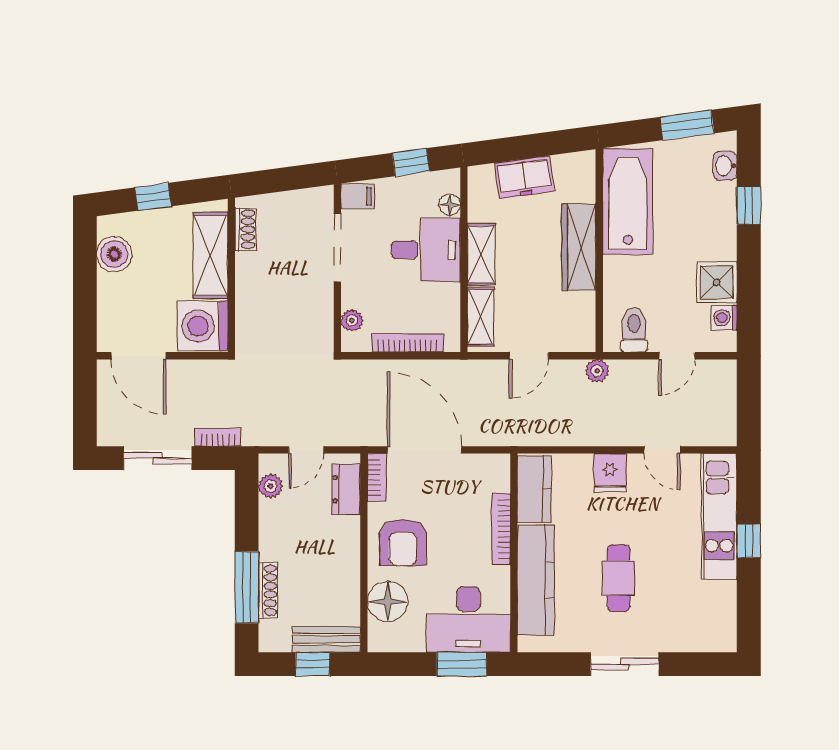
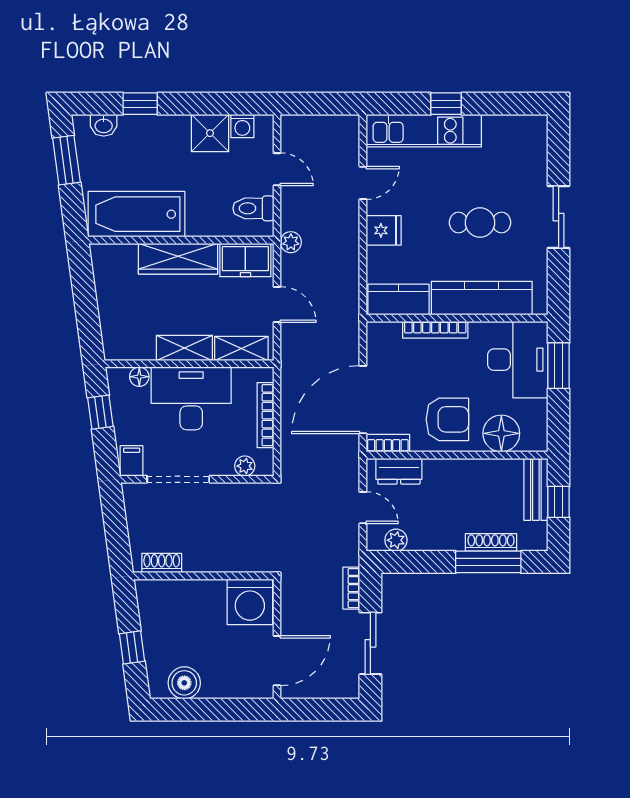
freezer: (524, 177) -> (245, 260), moved, turned 98
desk: (426, 250) -> (191, 398), width x1.37
shelving: (211, 255) -> (185, 595), removed

